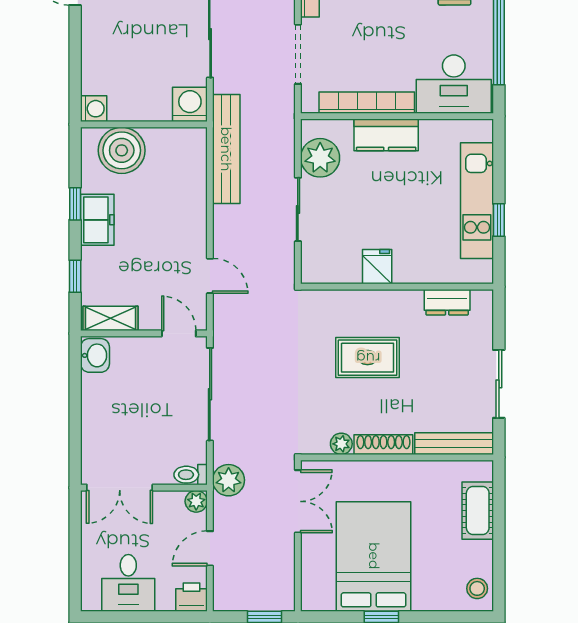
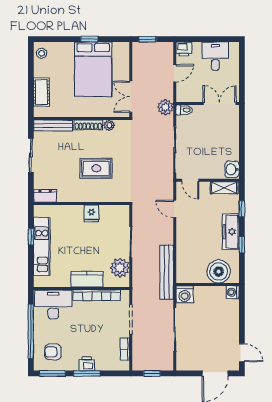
freezer: (97, 220) -> (231, 232), width x1.40
dresser: (447, 302) -> (45, 196), moved
plant: (196, 501) -> (182, 97), removed

